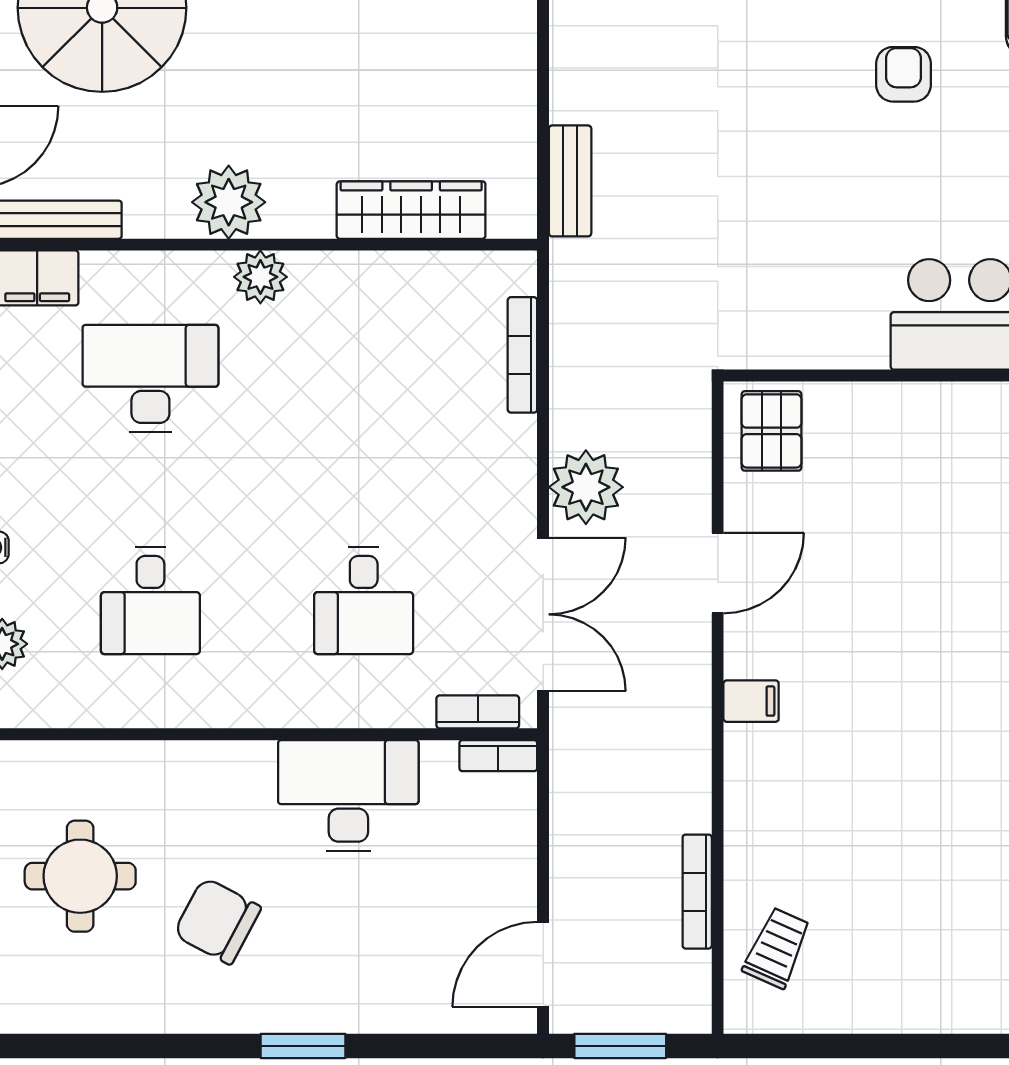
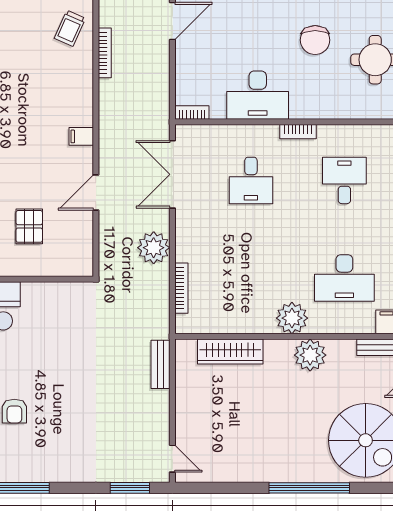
plant: (260, 277) -> (292, 318), width x1.36, depth x1.36
pallet: (772, 431) -> (29, 226), moved
plant: (586, 487) -> (154, 248), moved
desk: (364, 601) -> (251, 180), turned 180
bookcase: (478, 712) -> (298, 132), moved
chair: (217, 921) -> (315, 40), turned 62

